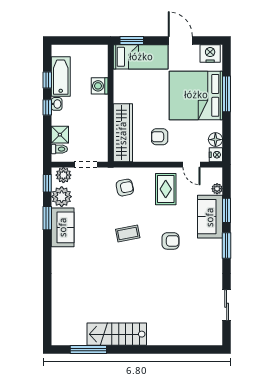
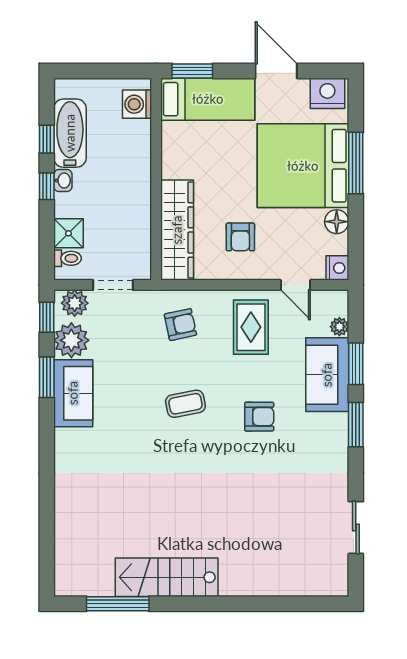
washing machine: (100, 86) -> (137, 104), moved
armchair: (160, 137) -> (240, 237), turned -90
floor lamp: (215, 140) -> (337, 222), moved

